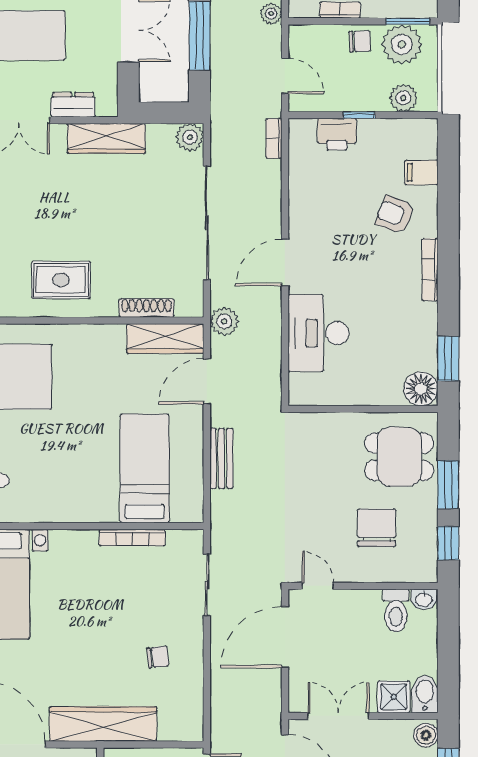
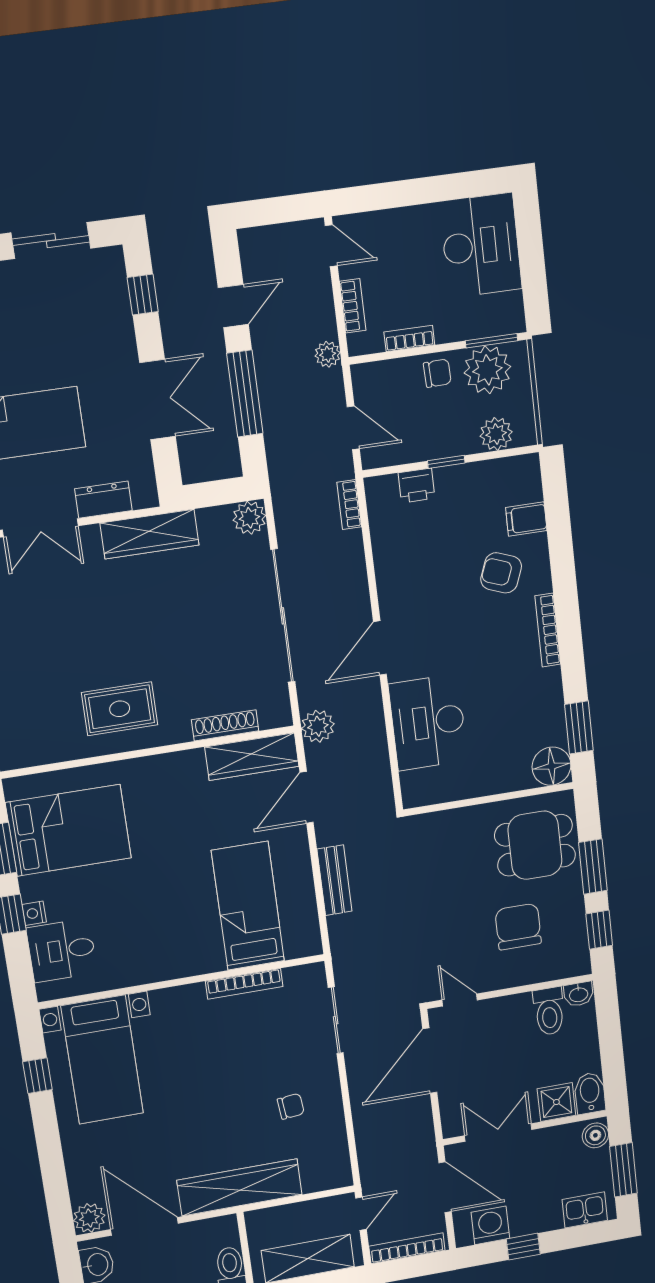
printer: (337, 134) -> (416, 486), width x0.73, depth x0.81

